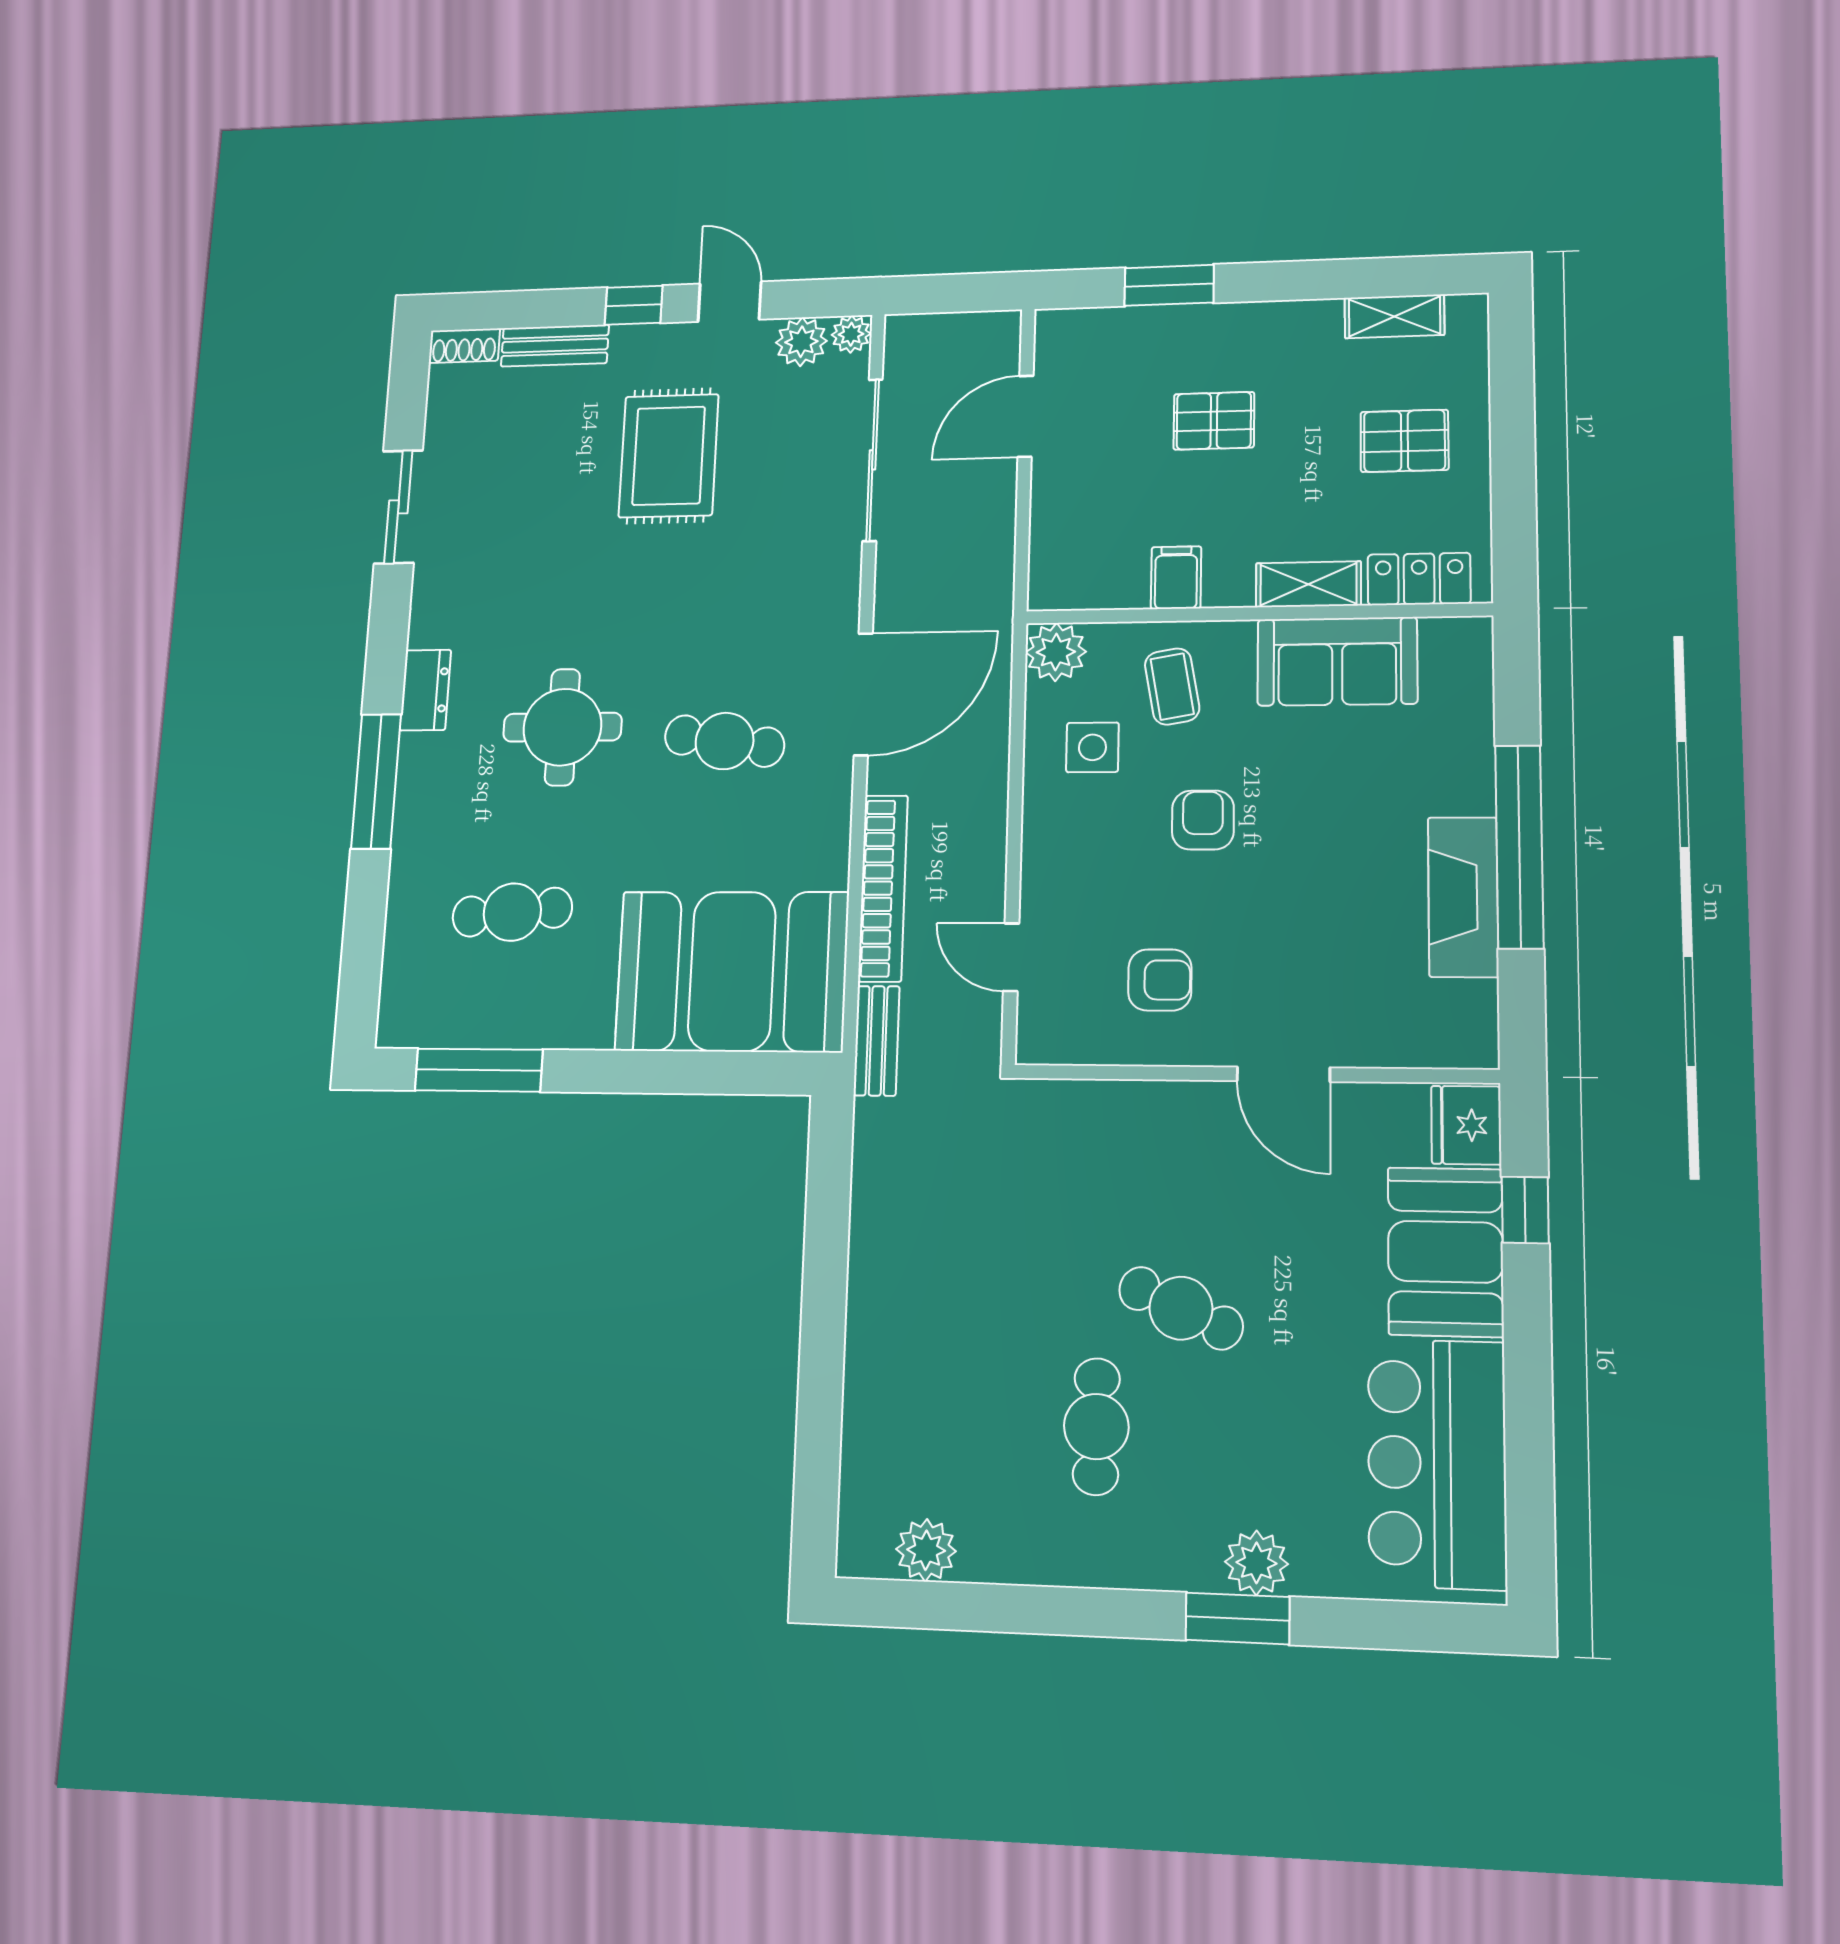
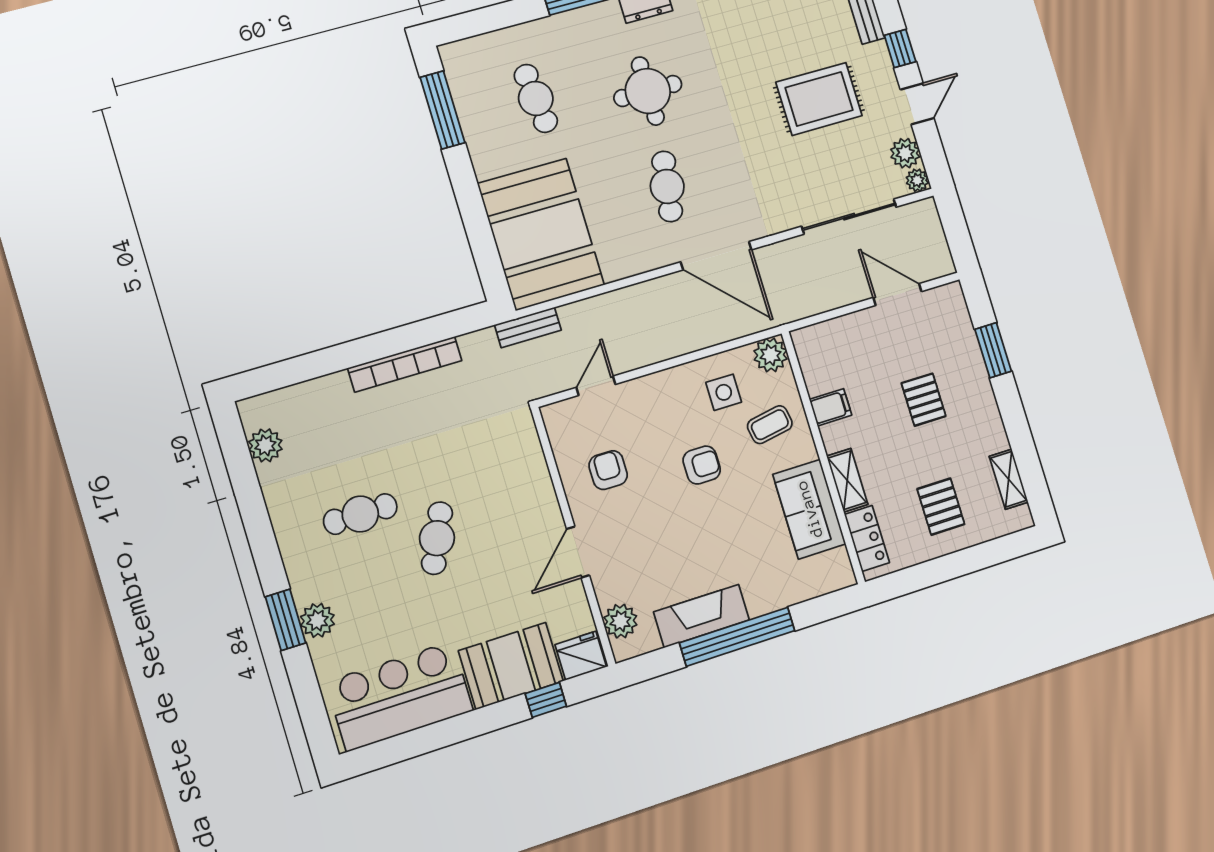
bookcase: (883, 888) -> (405, 364), moved
armchair: (1160, 980) -> (608, 470), turned 180
plant: (1427, 1038) -> (620, 621), added

